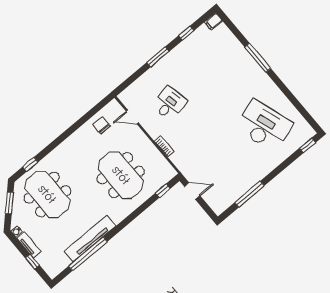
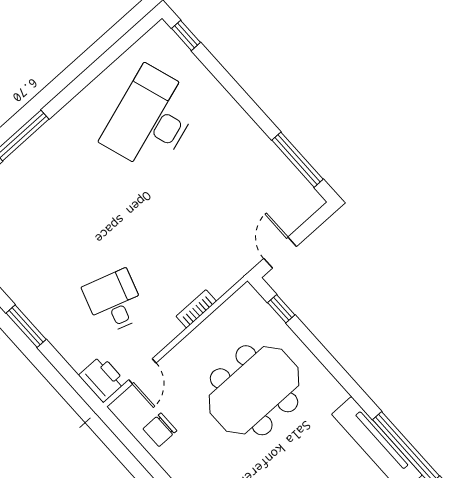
printer: (129, 96) -> (102, 379), added
desk: (169, 103) -> (114, 302), turned 30
window: (249, 194) -> (297, 160), moved

